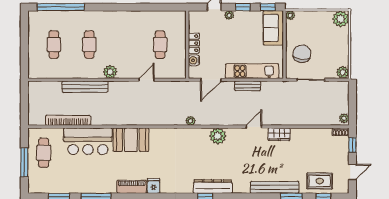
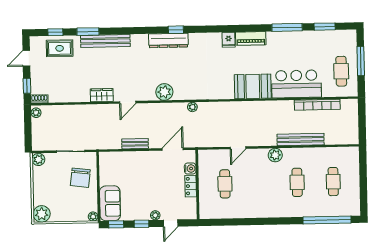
kitchen unit: (252, 71) -> (131, 159), removed

